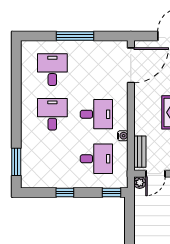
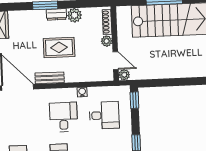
bench: (140, 152) -> (50, 78), moved
desk: (96, 159) -> (104, 115), turned 90

